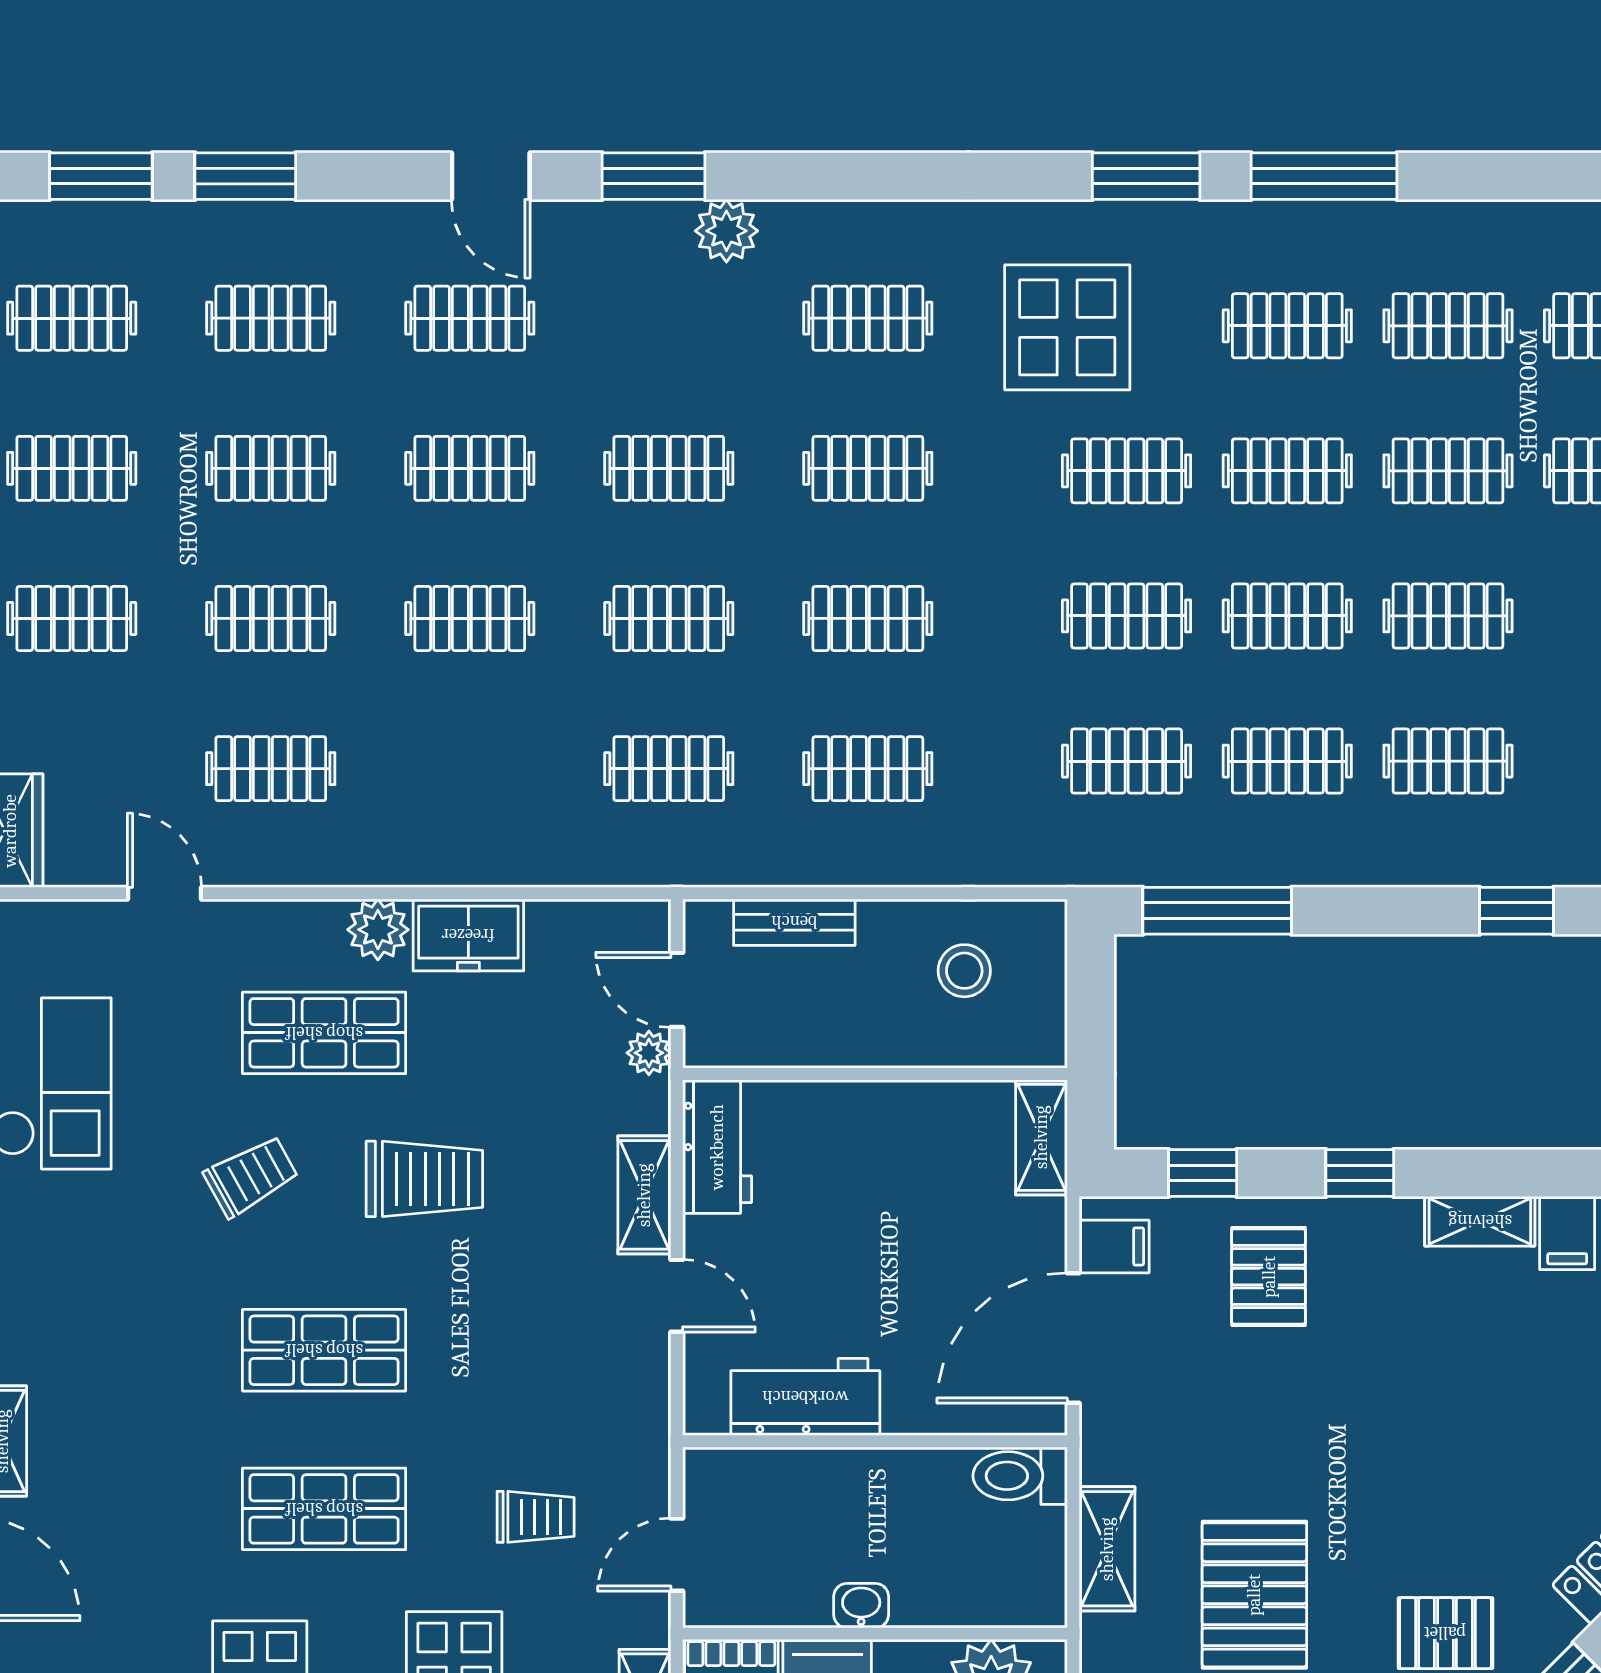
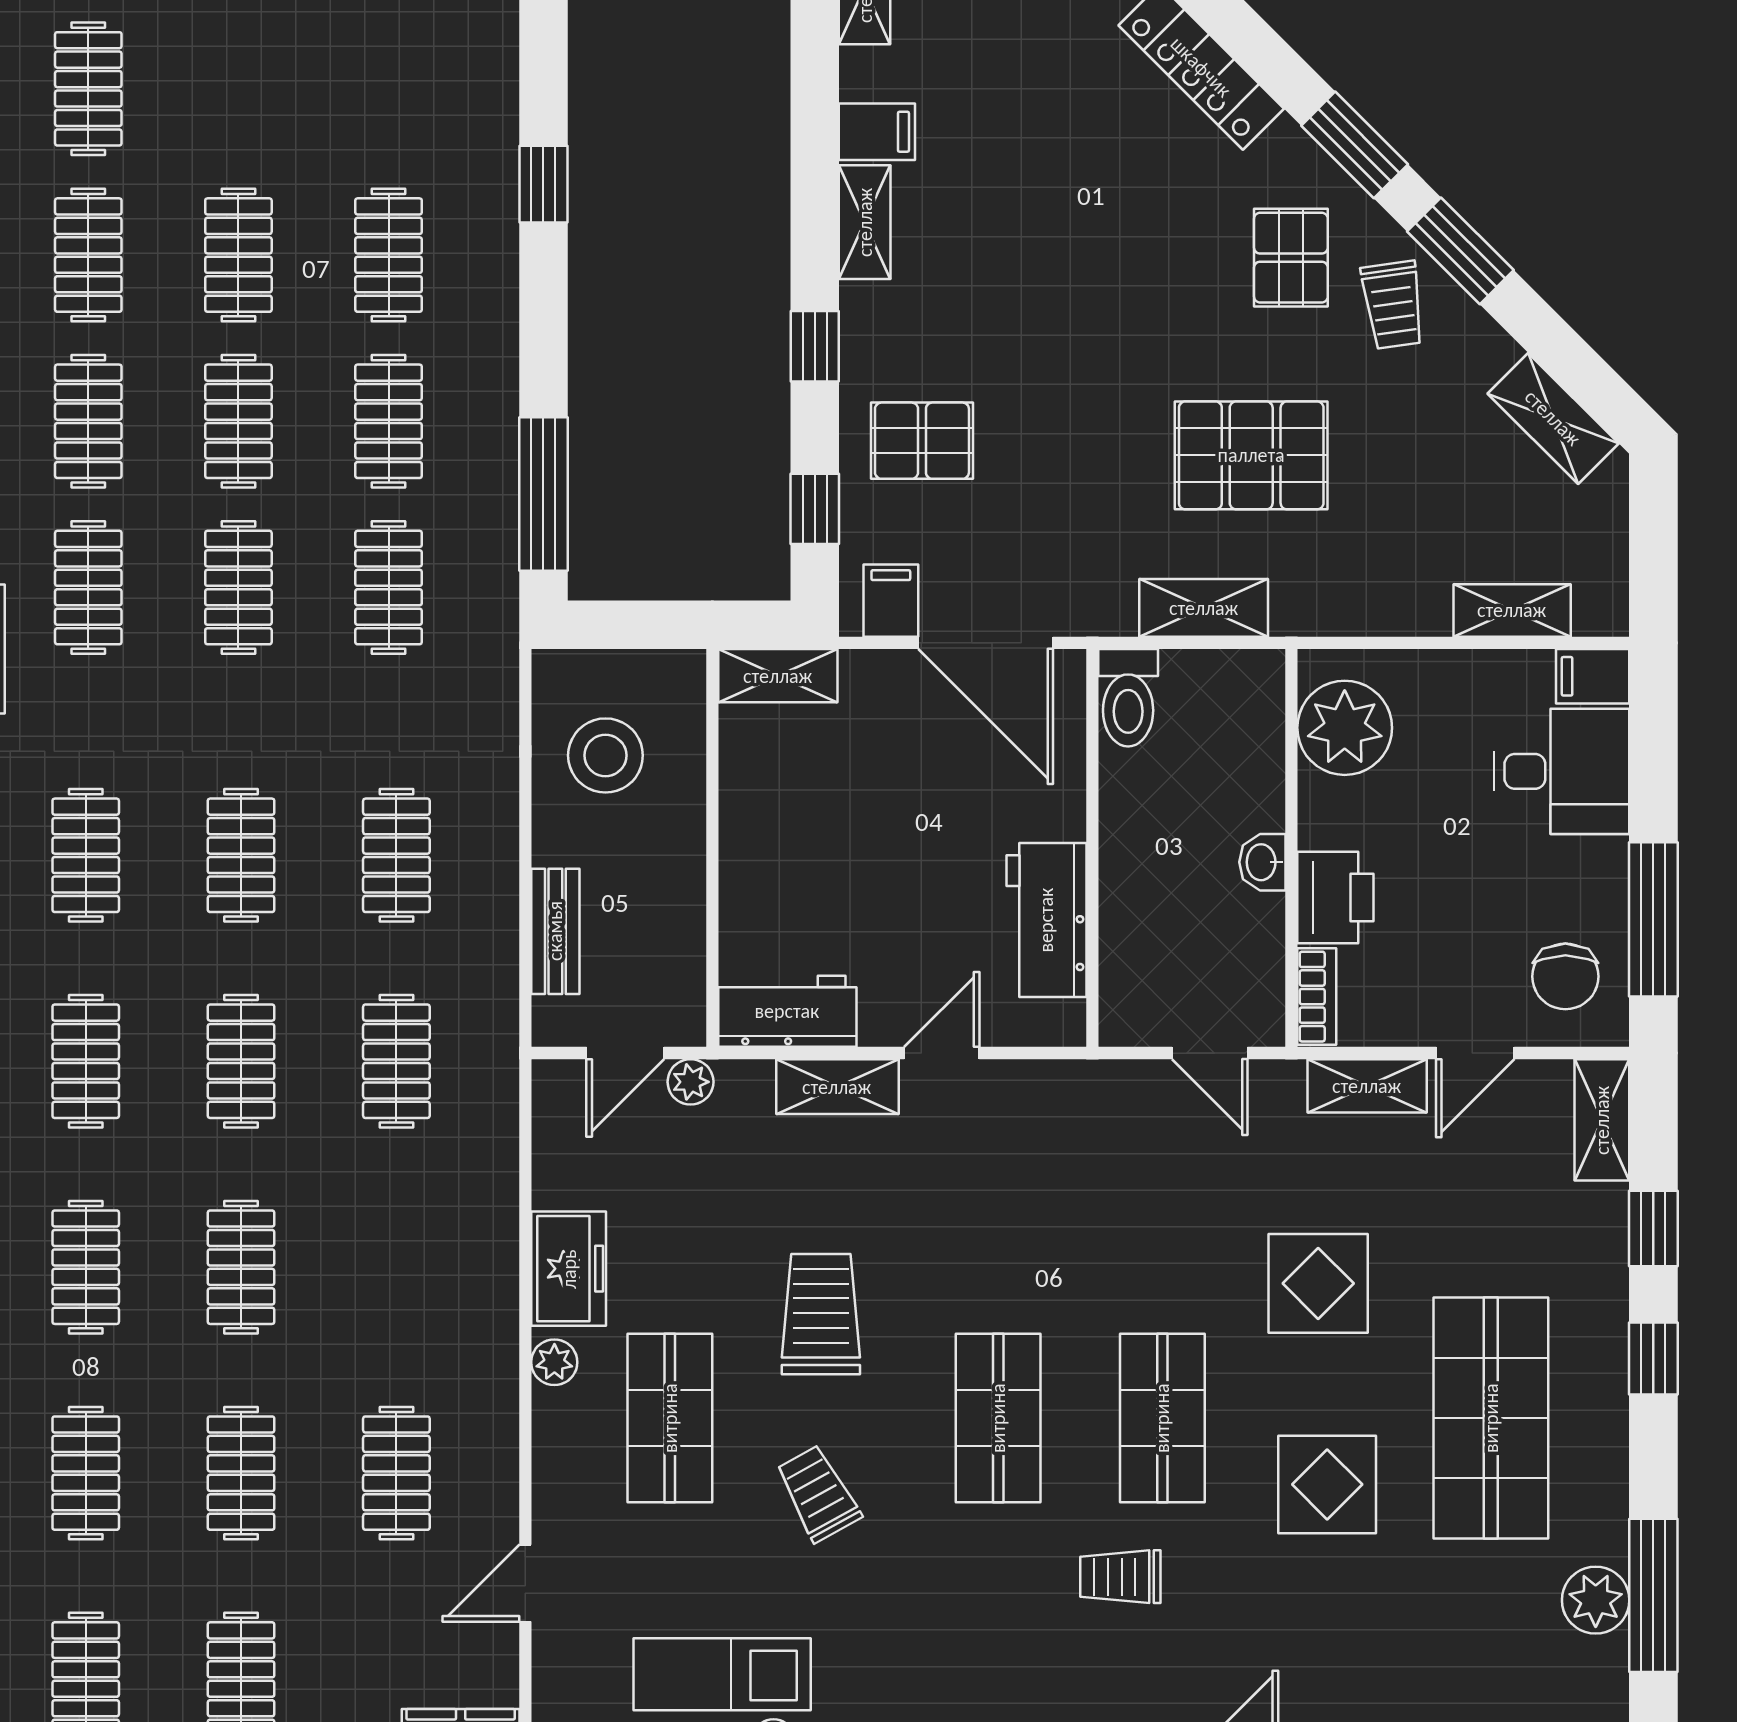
plant: (378, 930) -> (554, 1362), width x0.73, depth x0.73
stool: (964, 971) -> (605, 755), width x1.38, depth x1.38
trolley: (536, 1517) -> (1120, 1577), moved, turned -90

